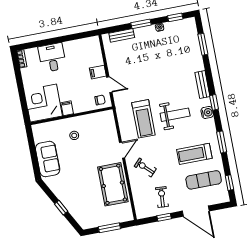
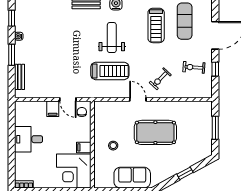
desk: (52, 57) -> (29, 139), moved
door: (109, 85) -> (68, 99), swing flipped
pool table: (113, 184) -> (155, 132), moved

